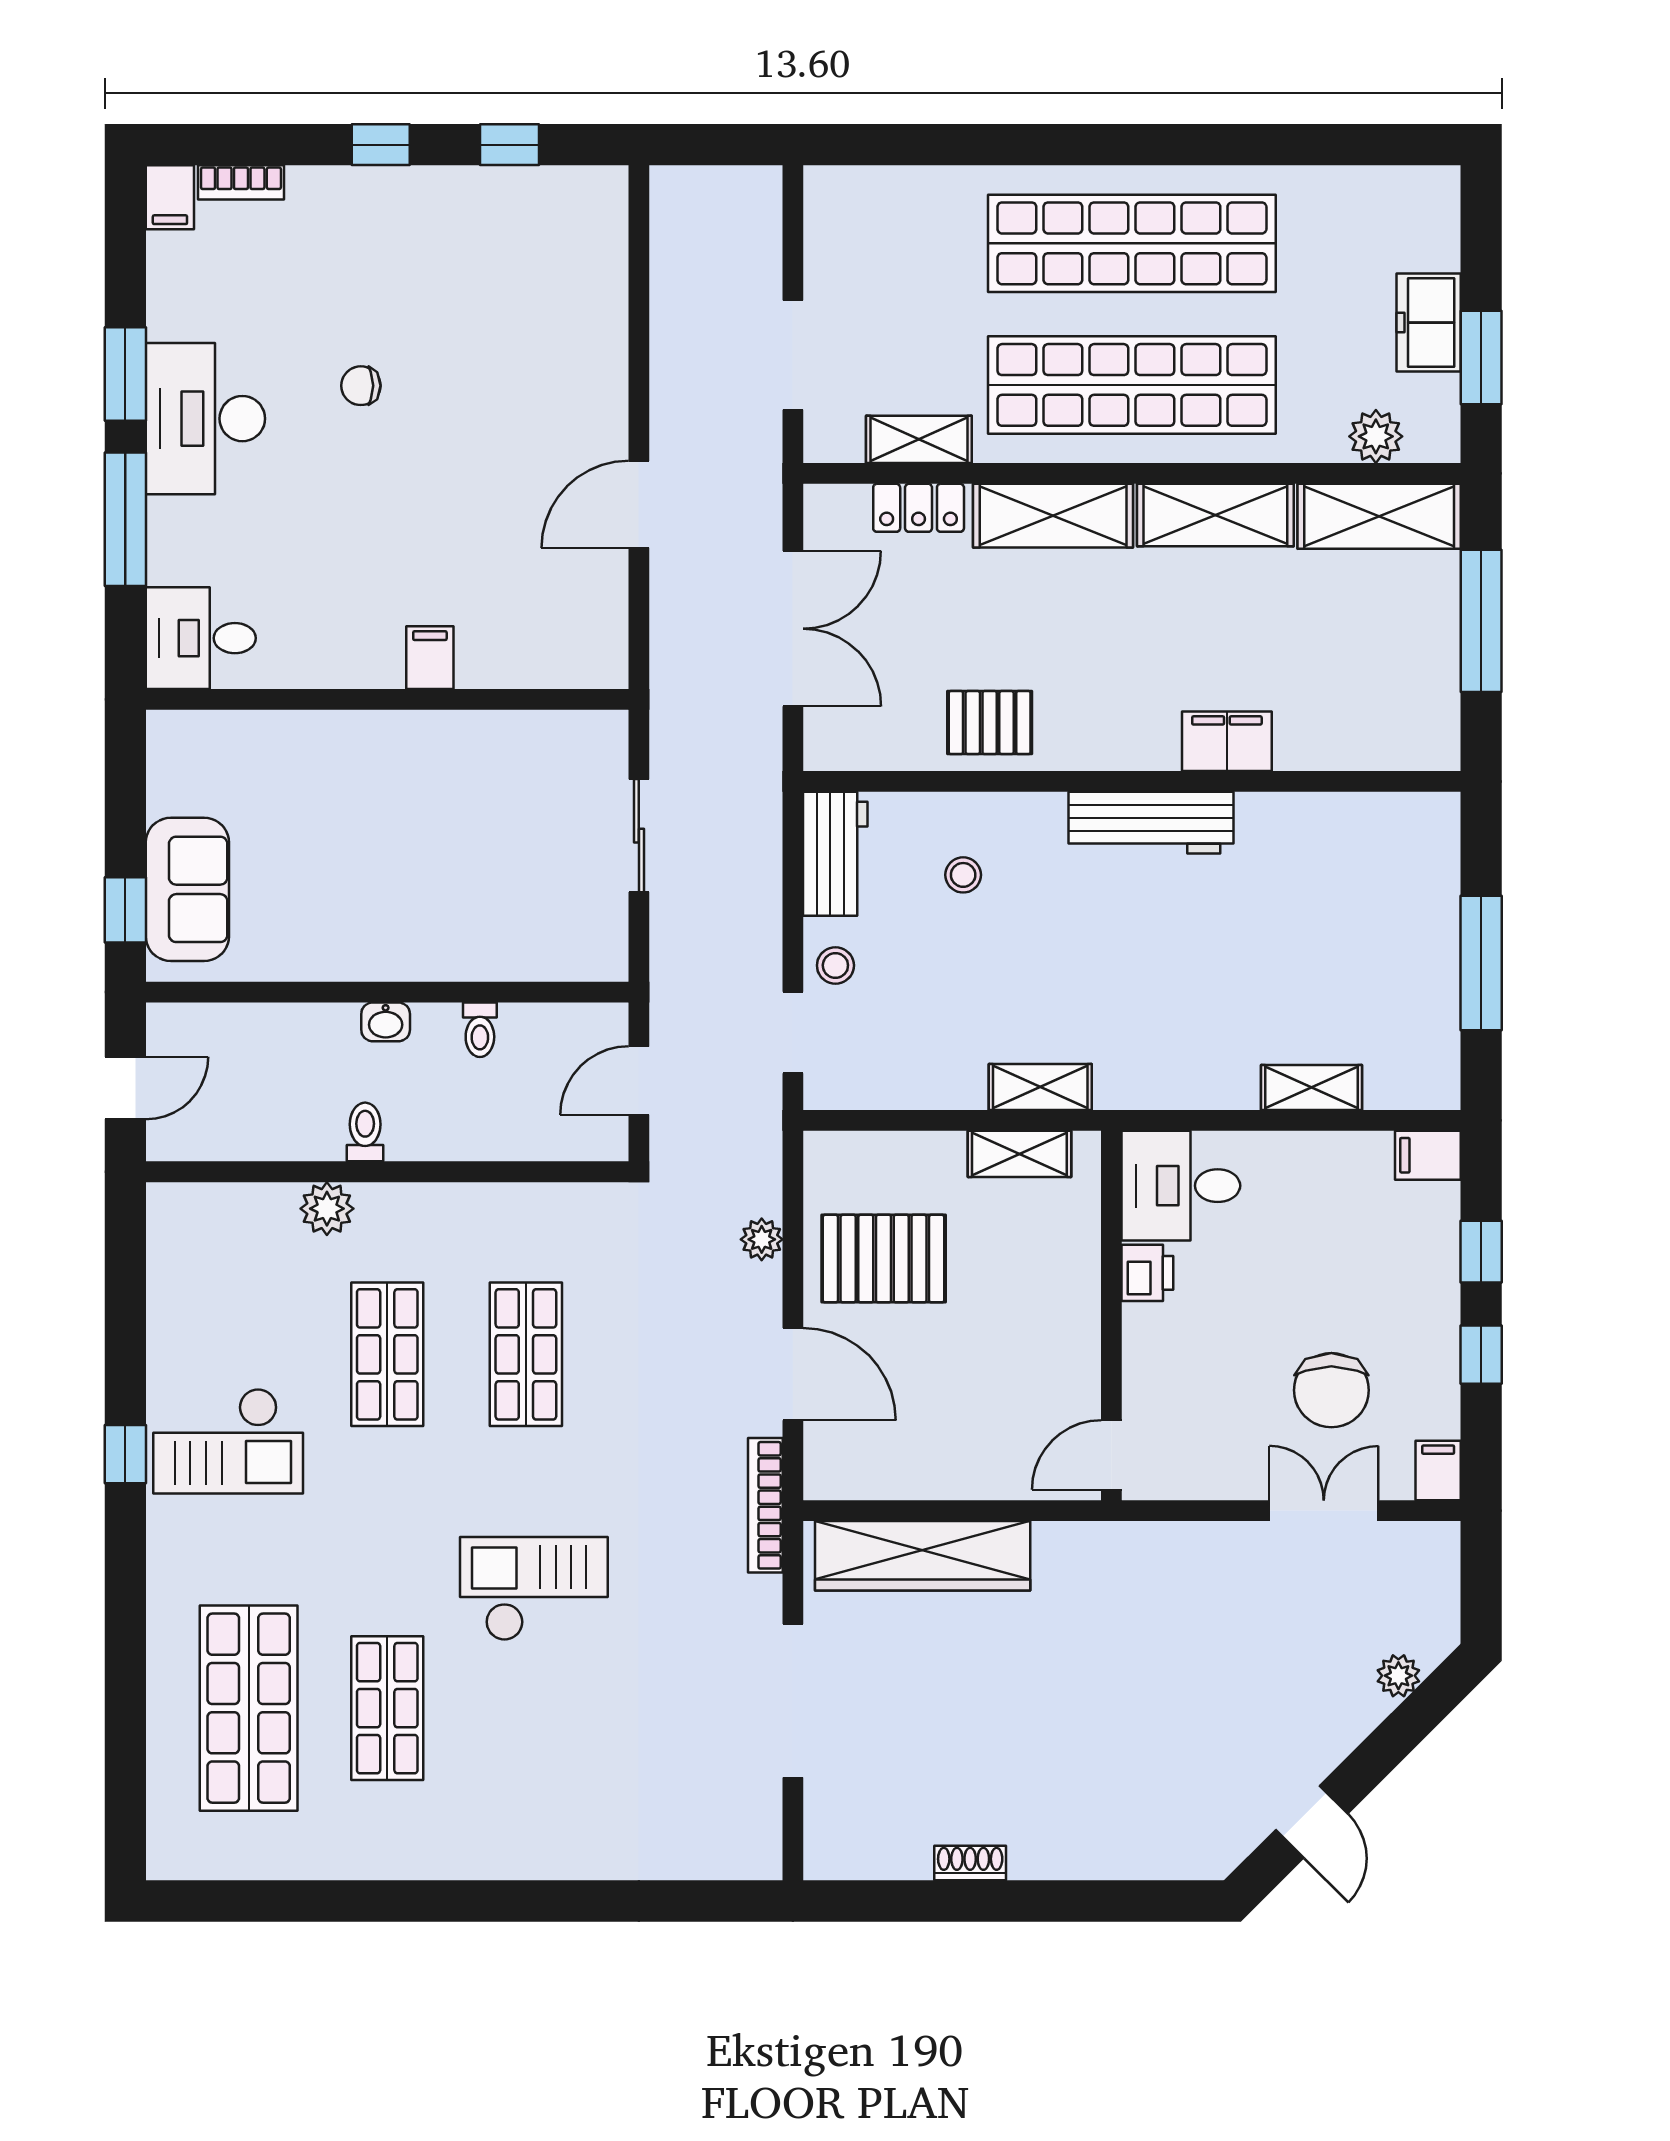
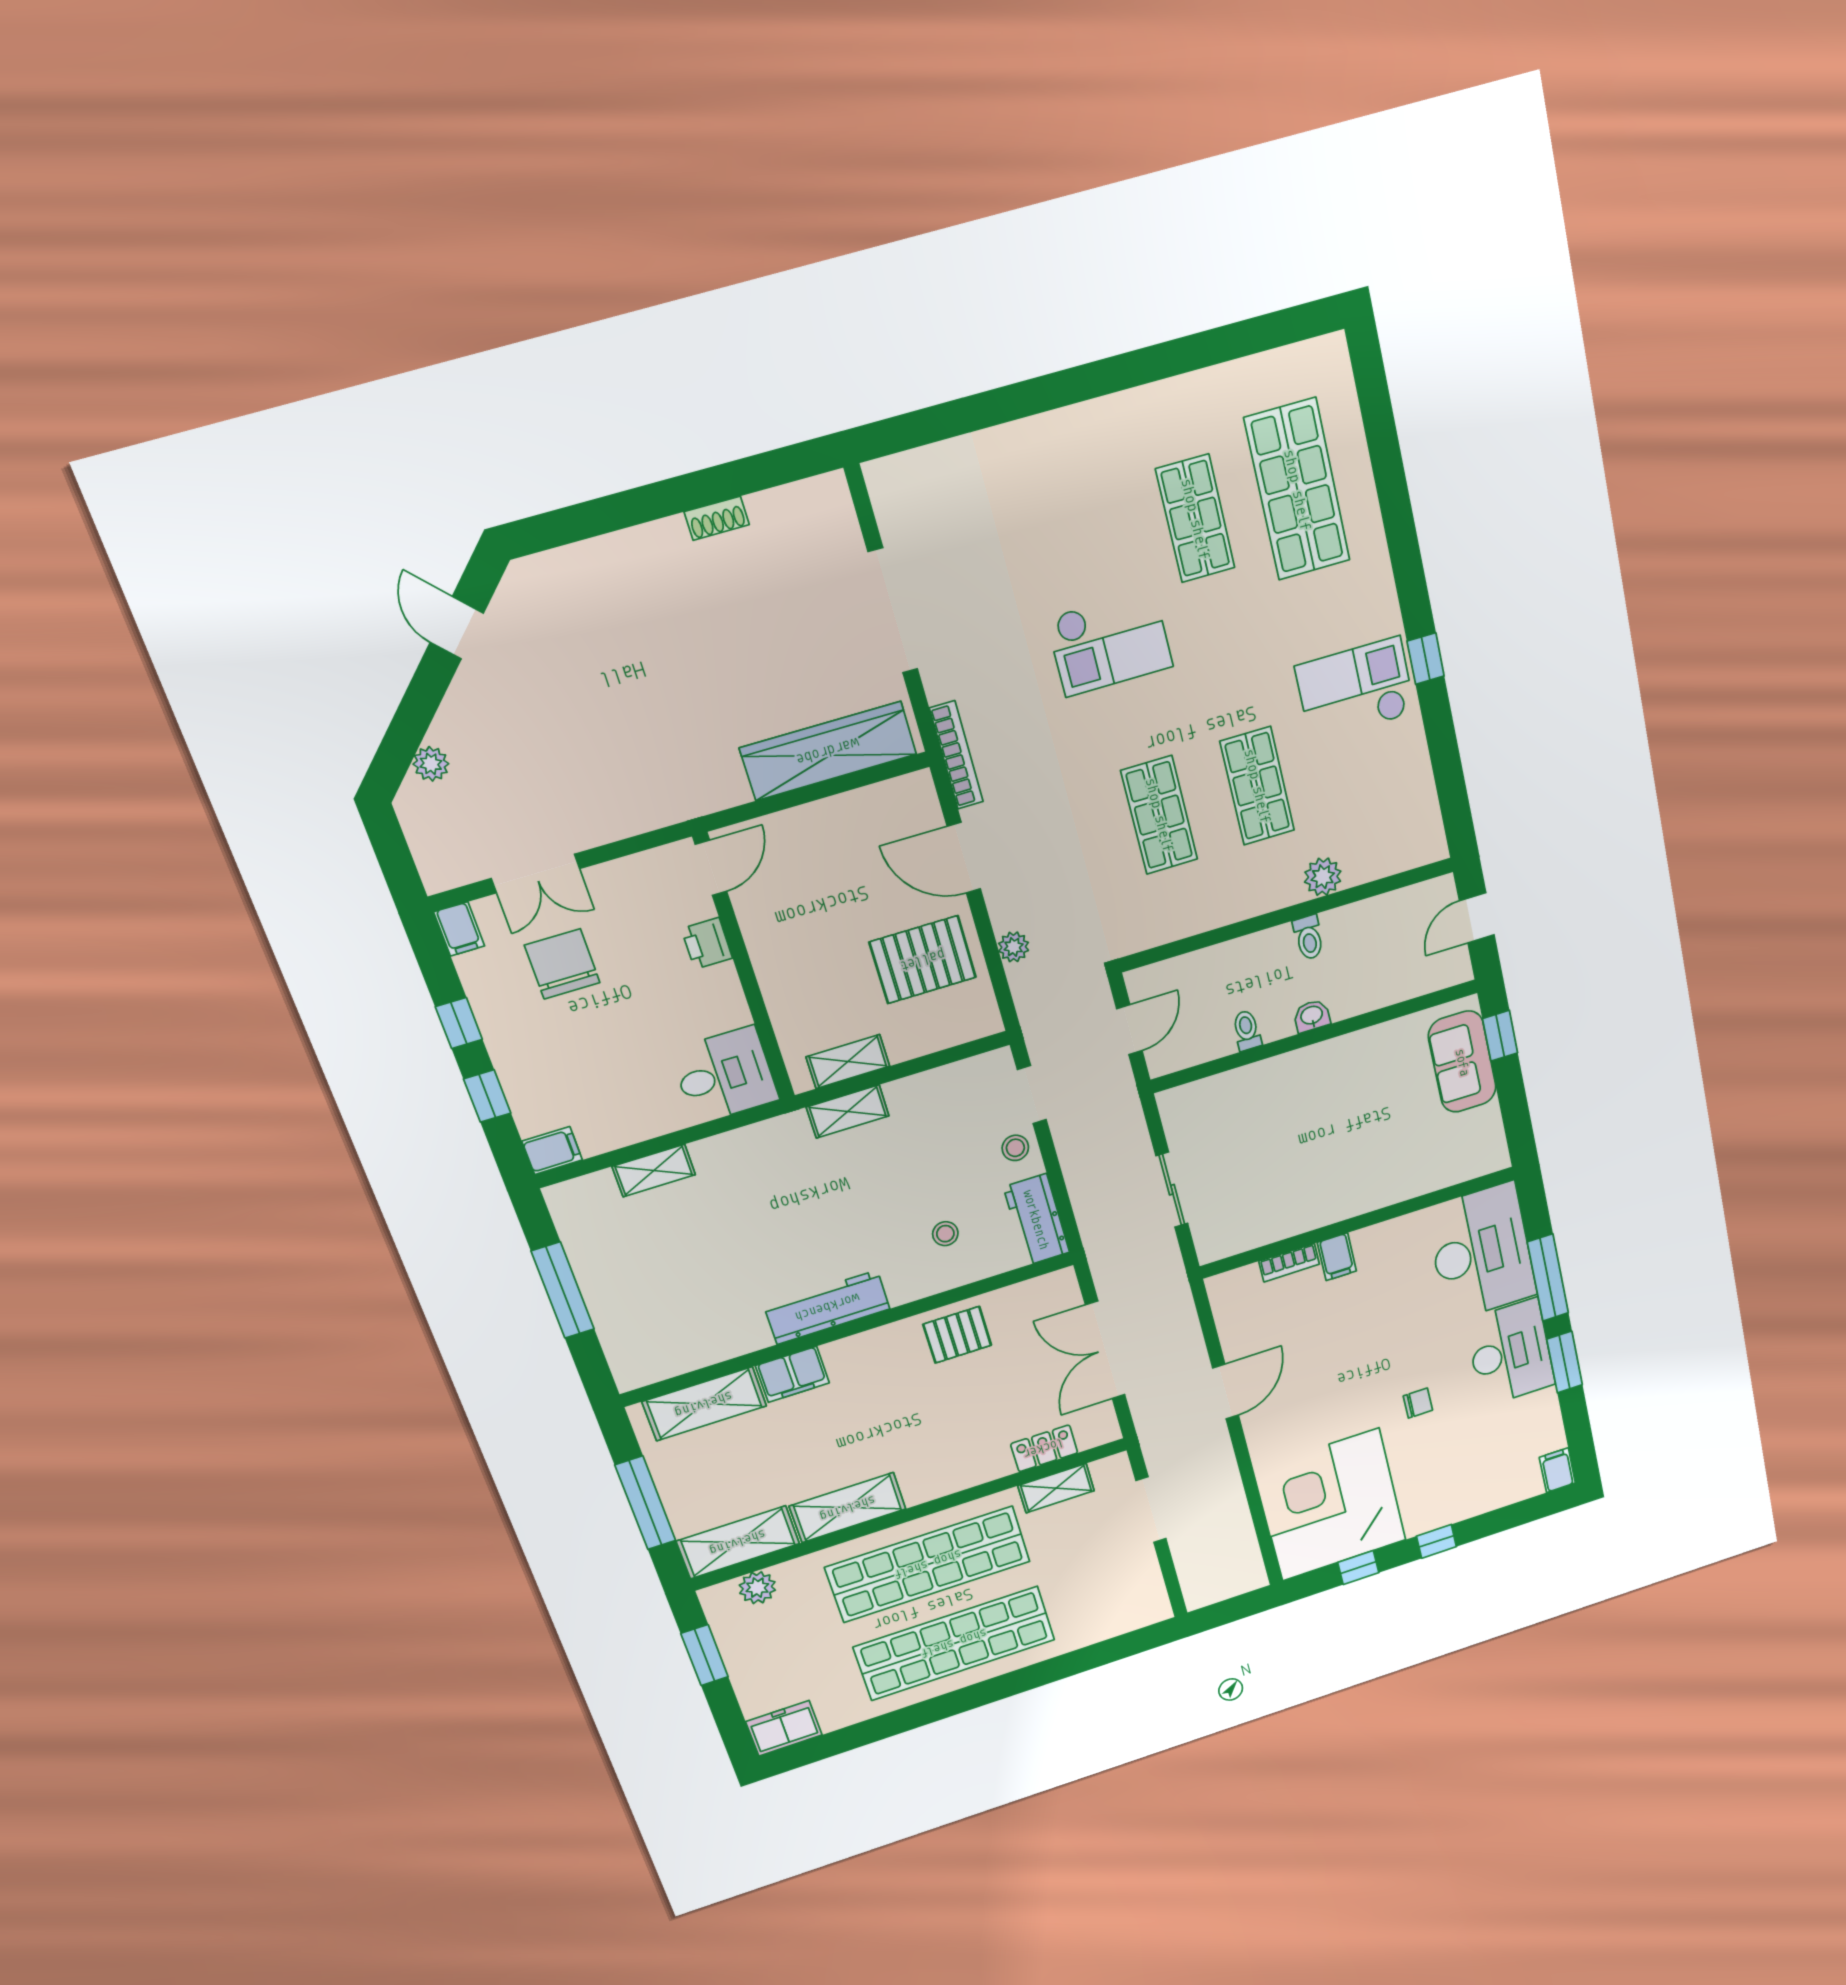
bookcase: (241, 182) -> (1289, 1263), moved, turned 180
corner desk: (528, 266) -> (1330, 1505), added
freezer: (1429, 323) -> (784, 1728), moved, turned -90
shelving: (1053, 516) -> (704, 1404), moved
desk: (201, 638) -> (1481, 1252), width x1.87, depth x1.30
printer: (1147, 1273) -> (707, 943), moved

